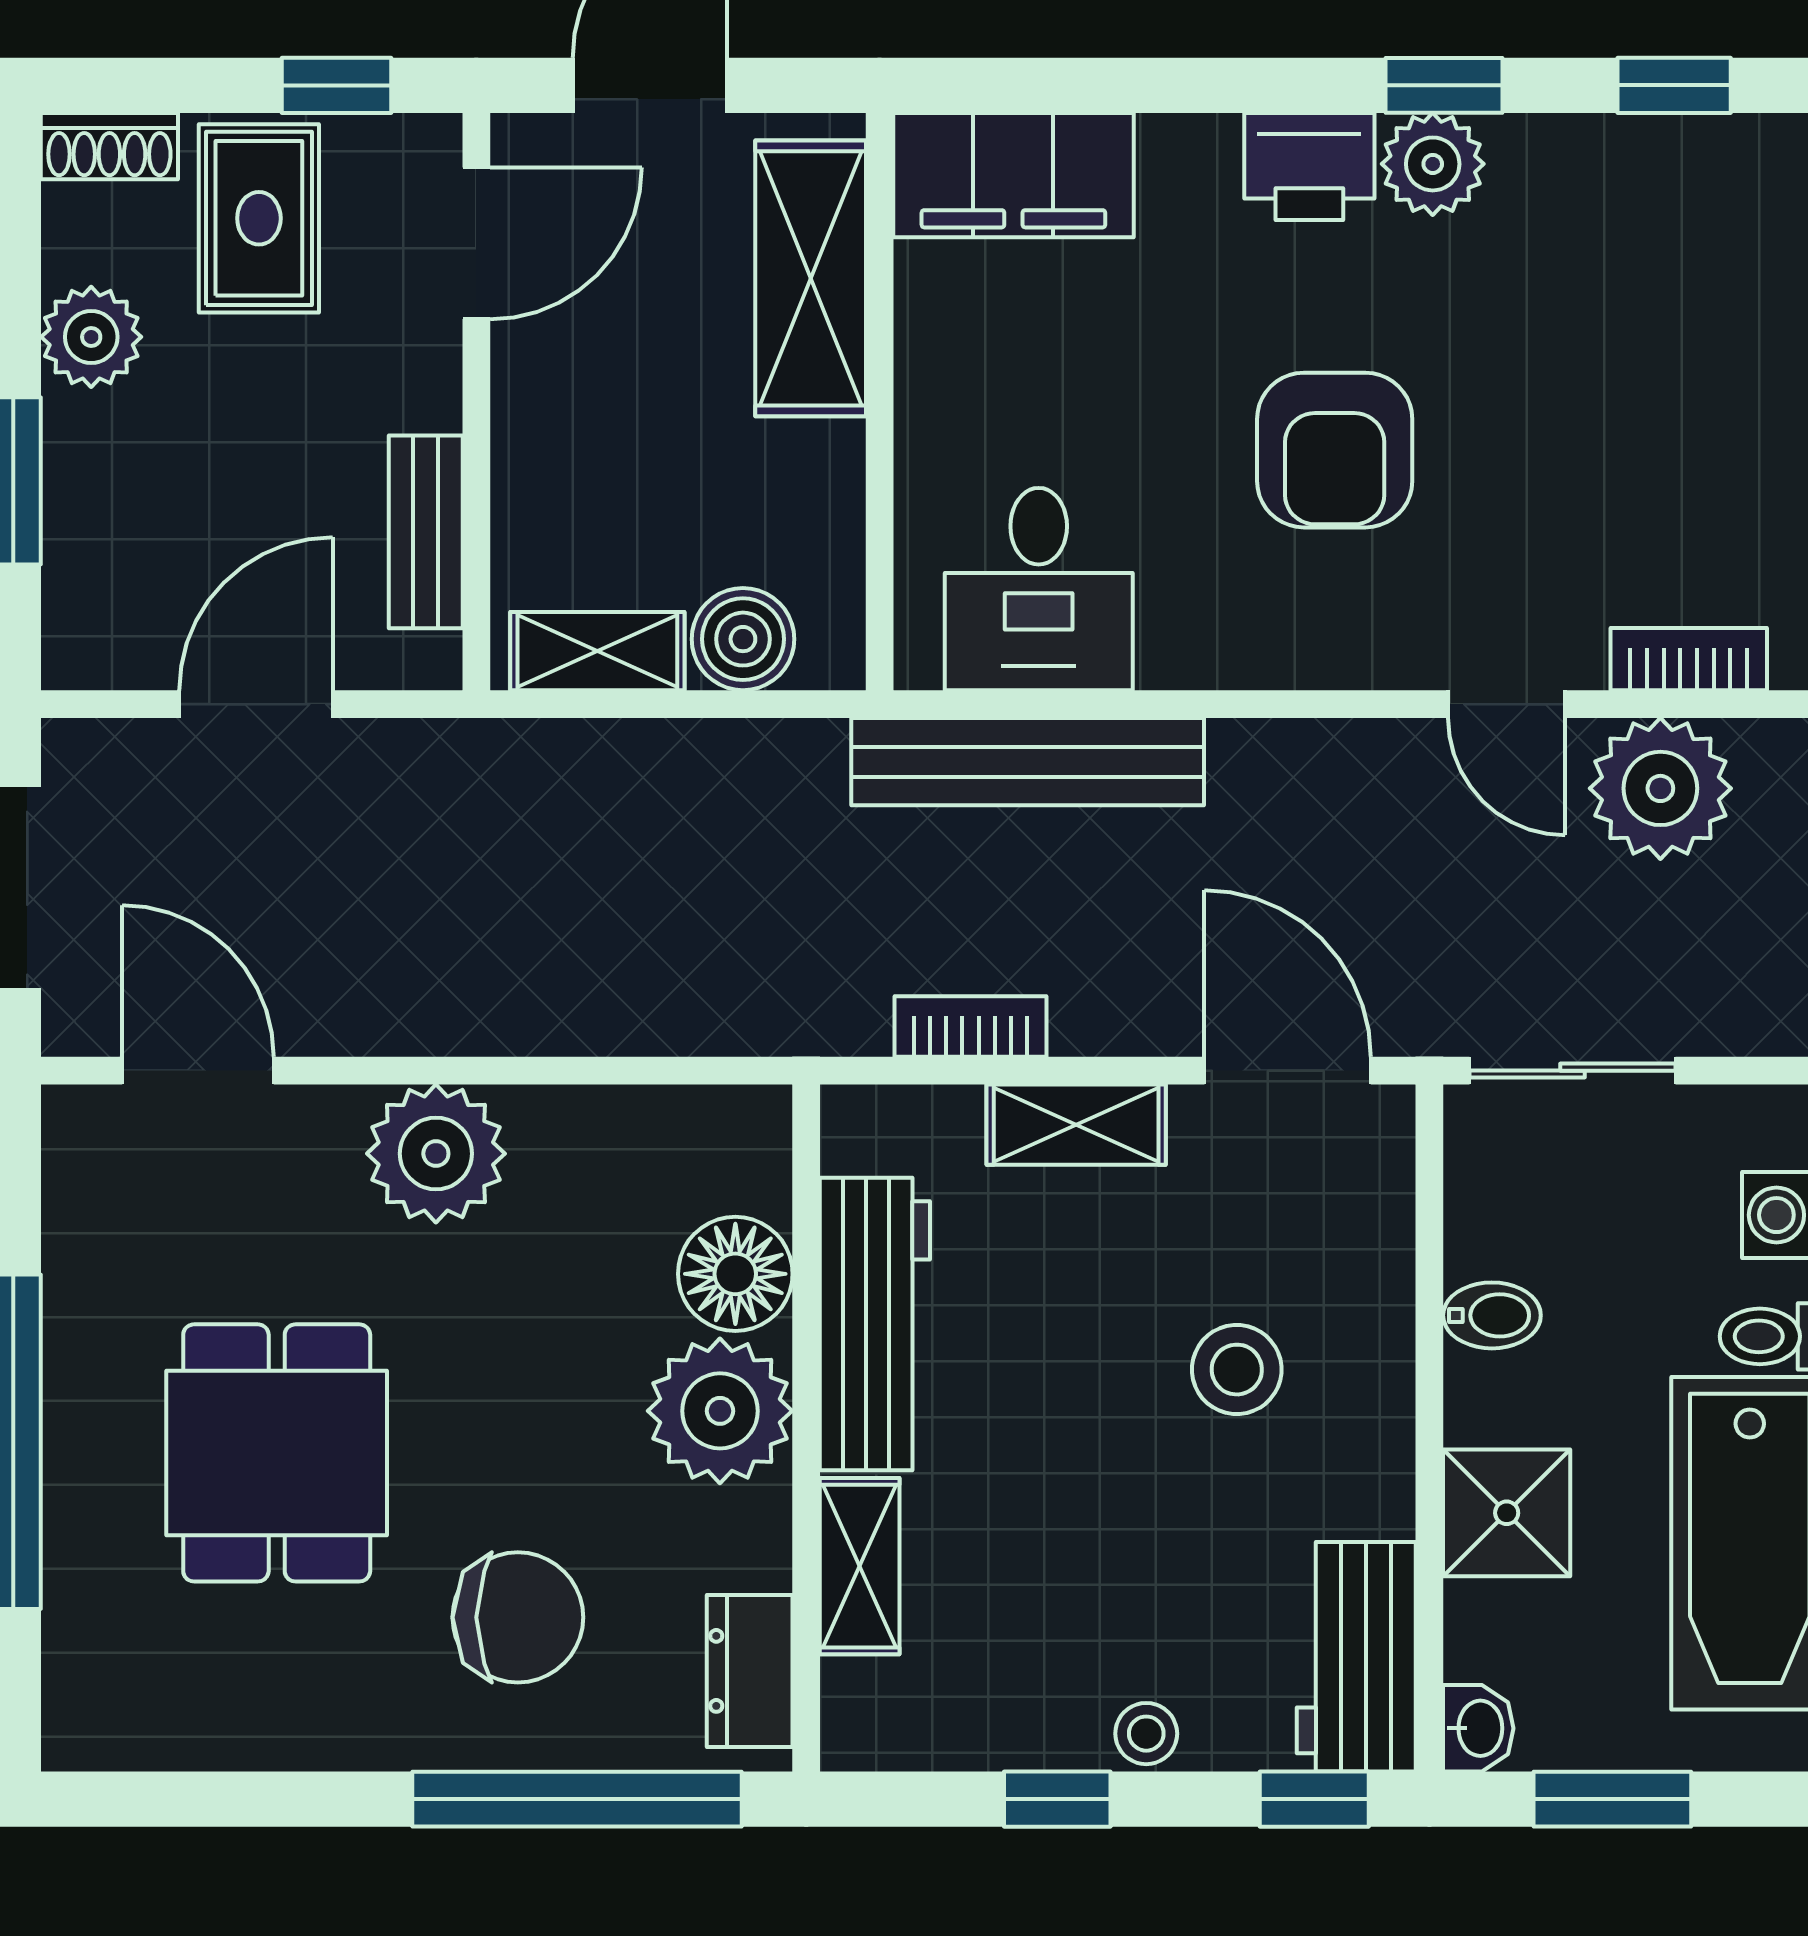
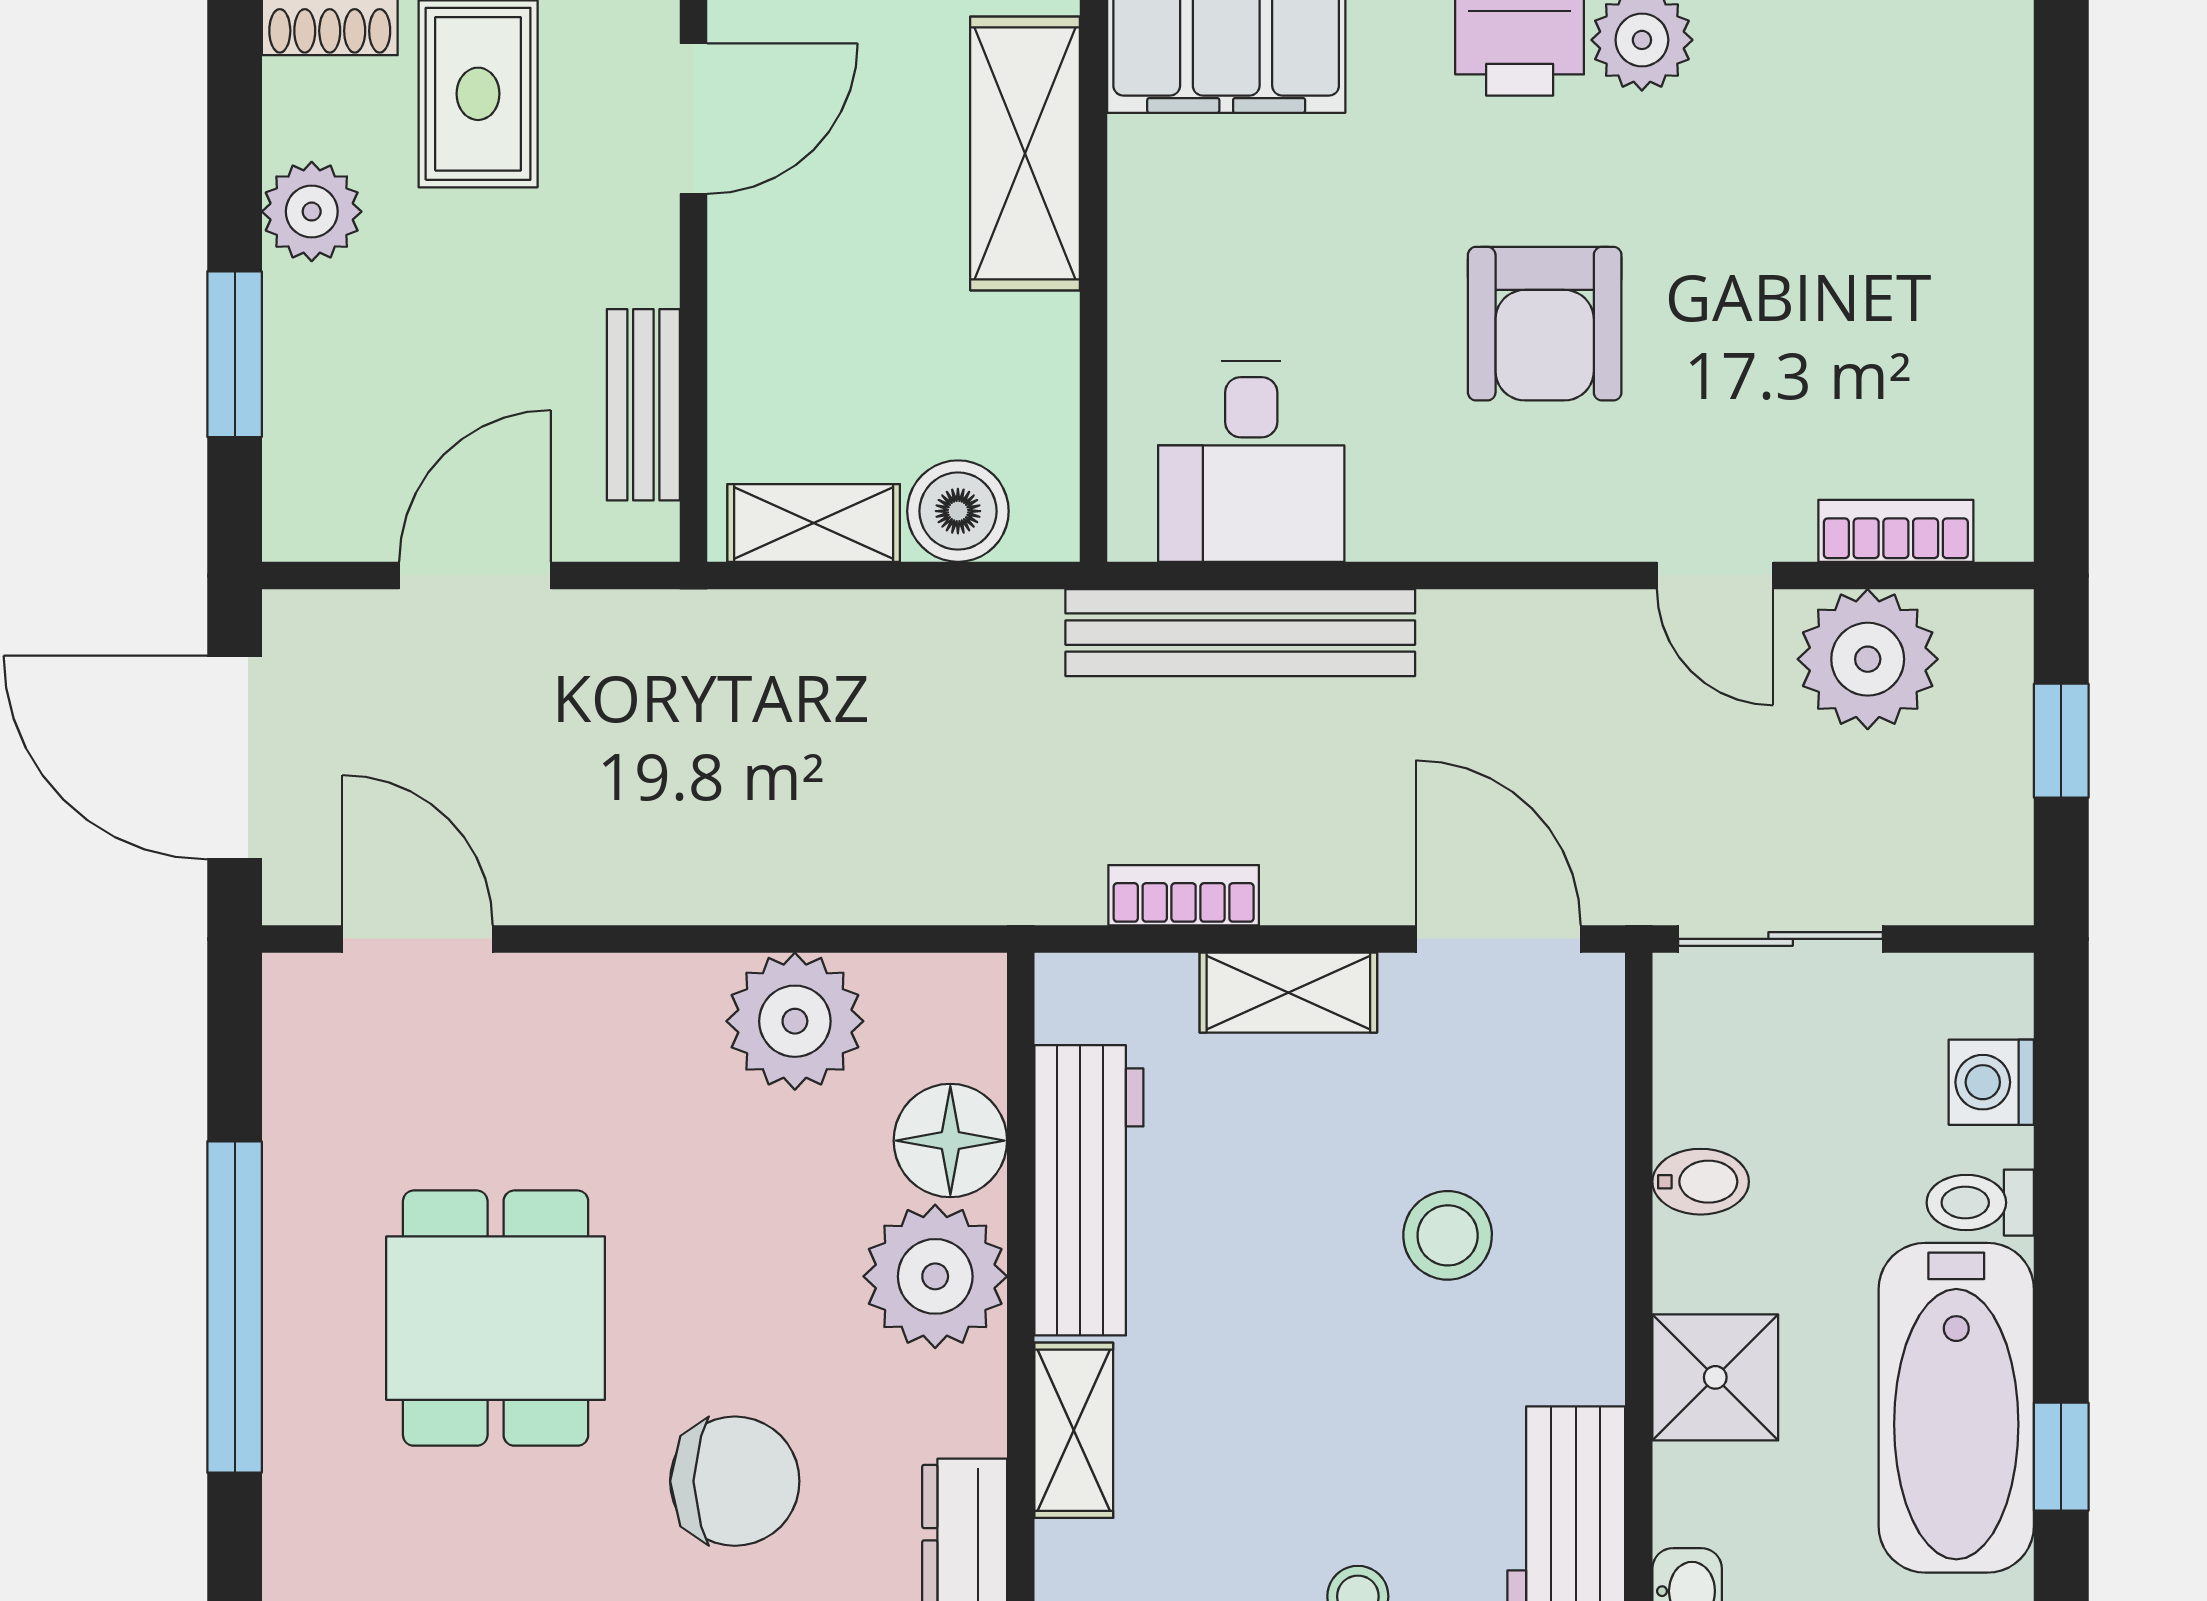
plant: (436, 1154) -> (795, 1021), moved

